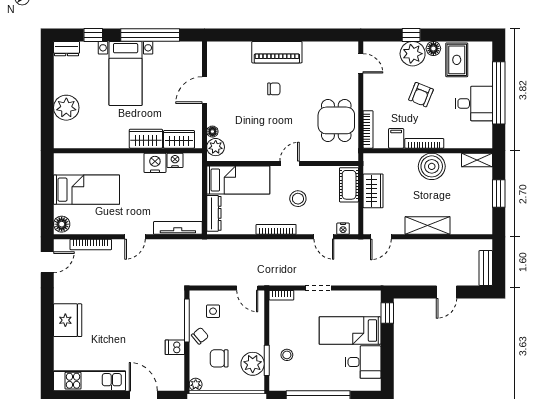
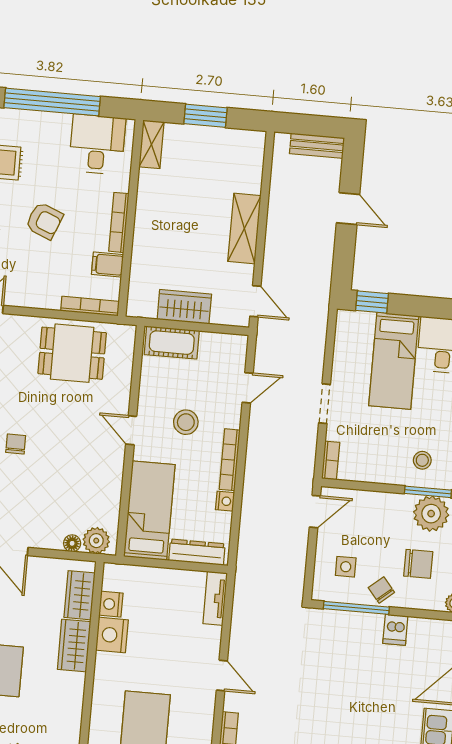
desk: (474, 104) -> (97, 144), moved
boiler: (432, 166) -> (155, 214), removed
tv unit: (178, 228) -> (215, 598), width x0.71
nightstand: (343, 229) -> (225, 501), moved
chair: (219, 358) -> (418, 564), turned -90

